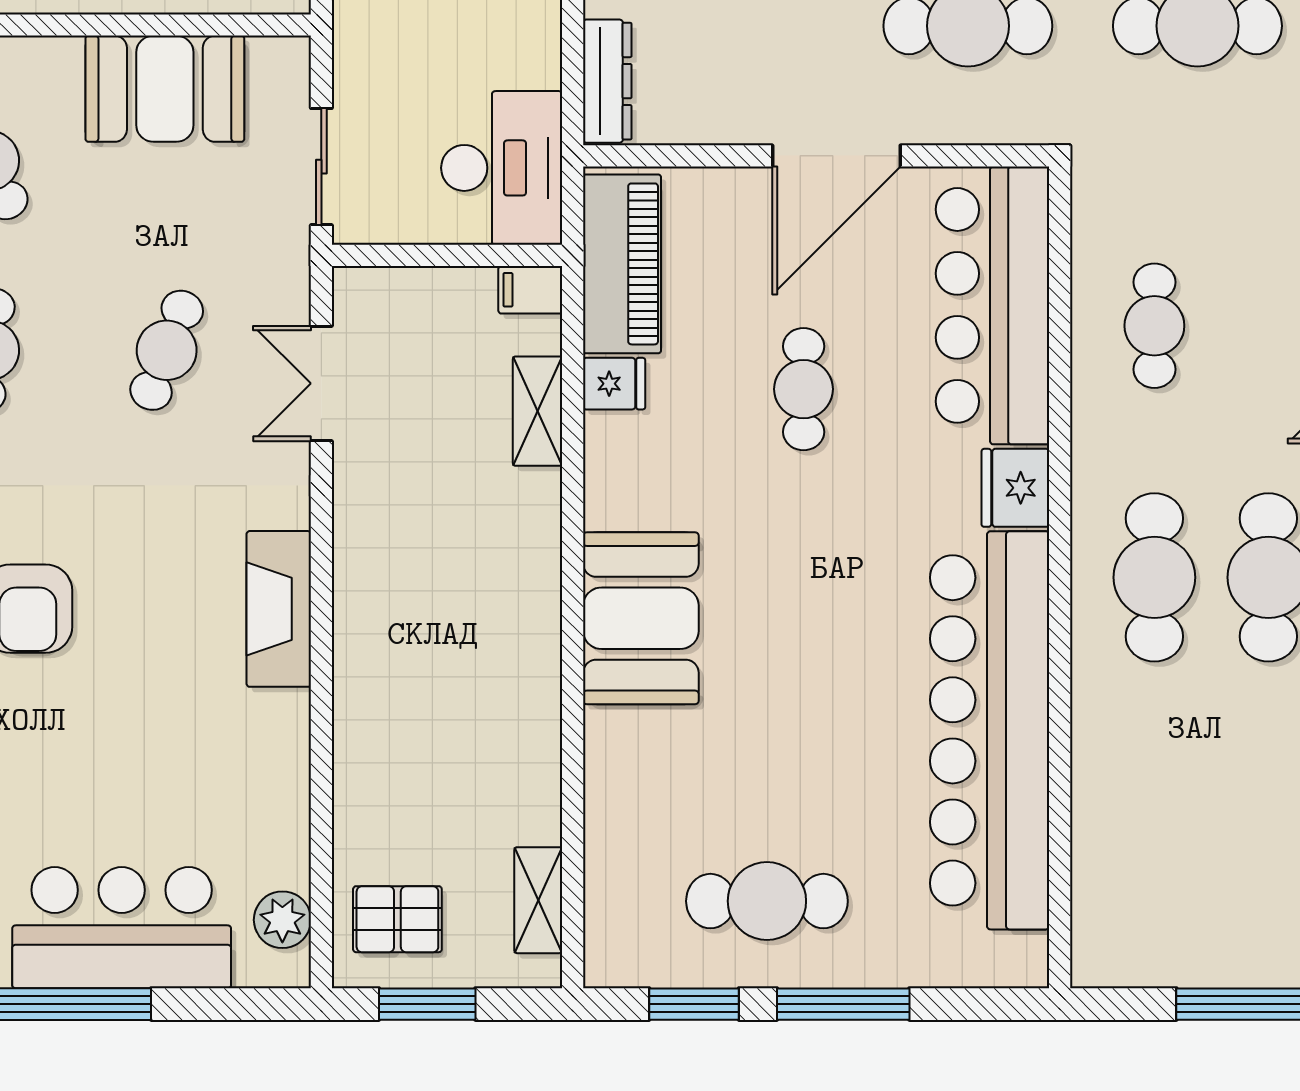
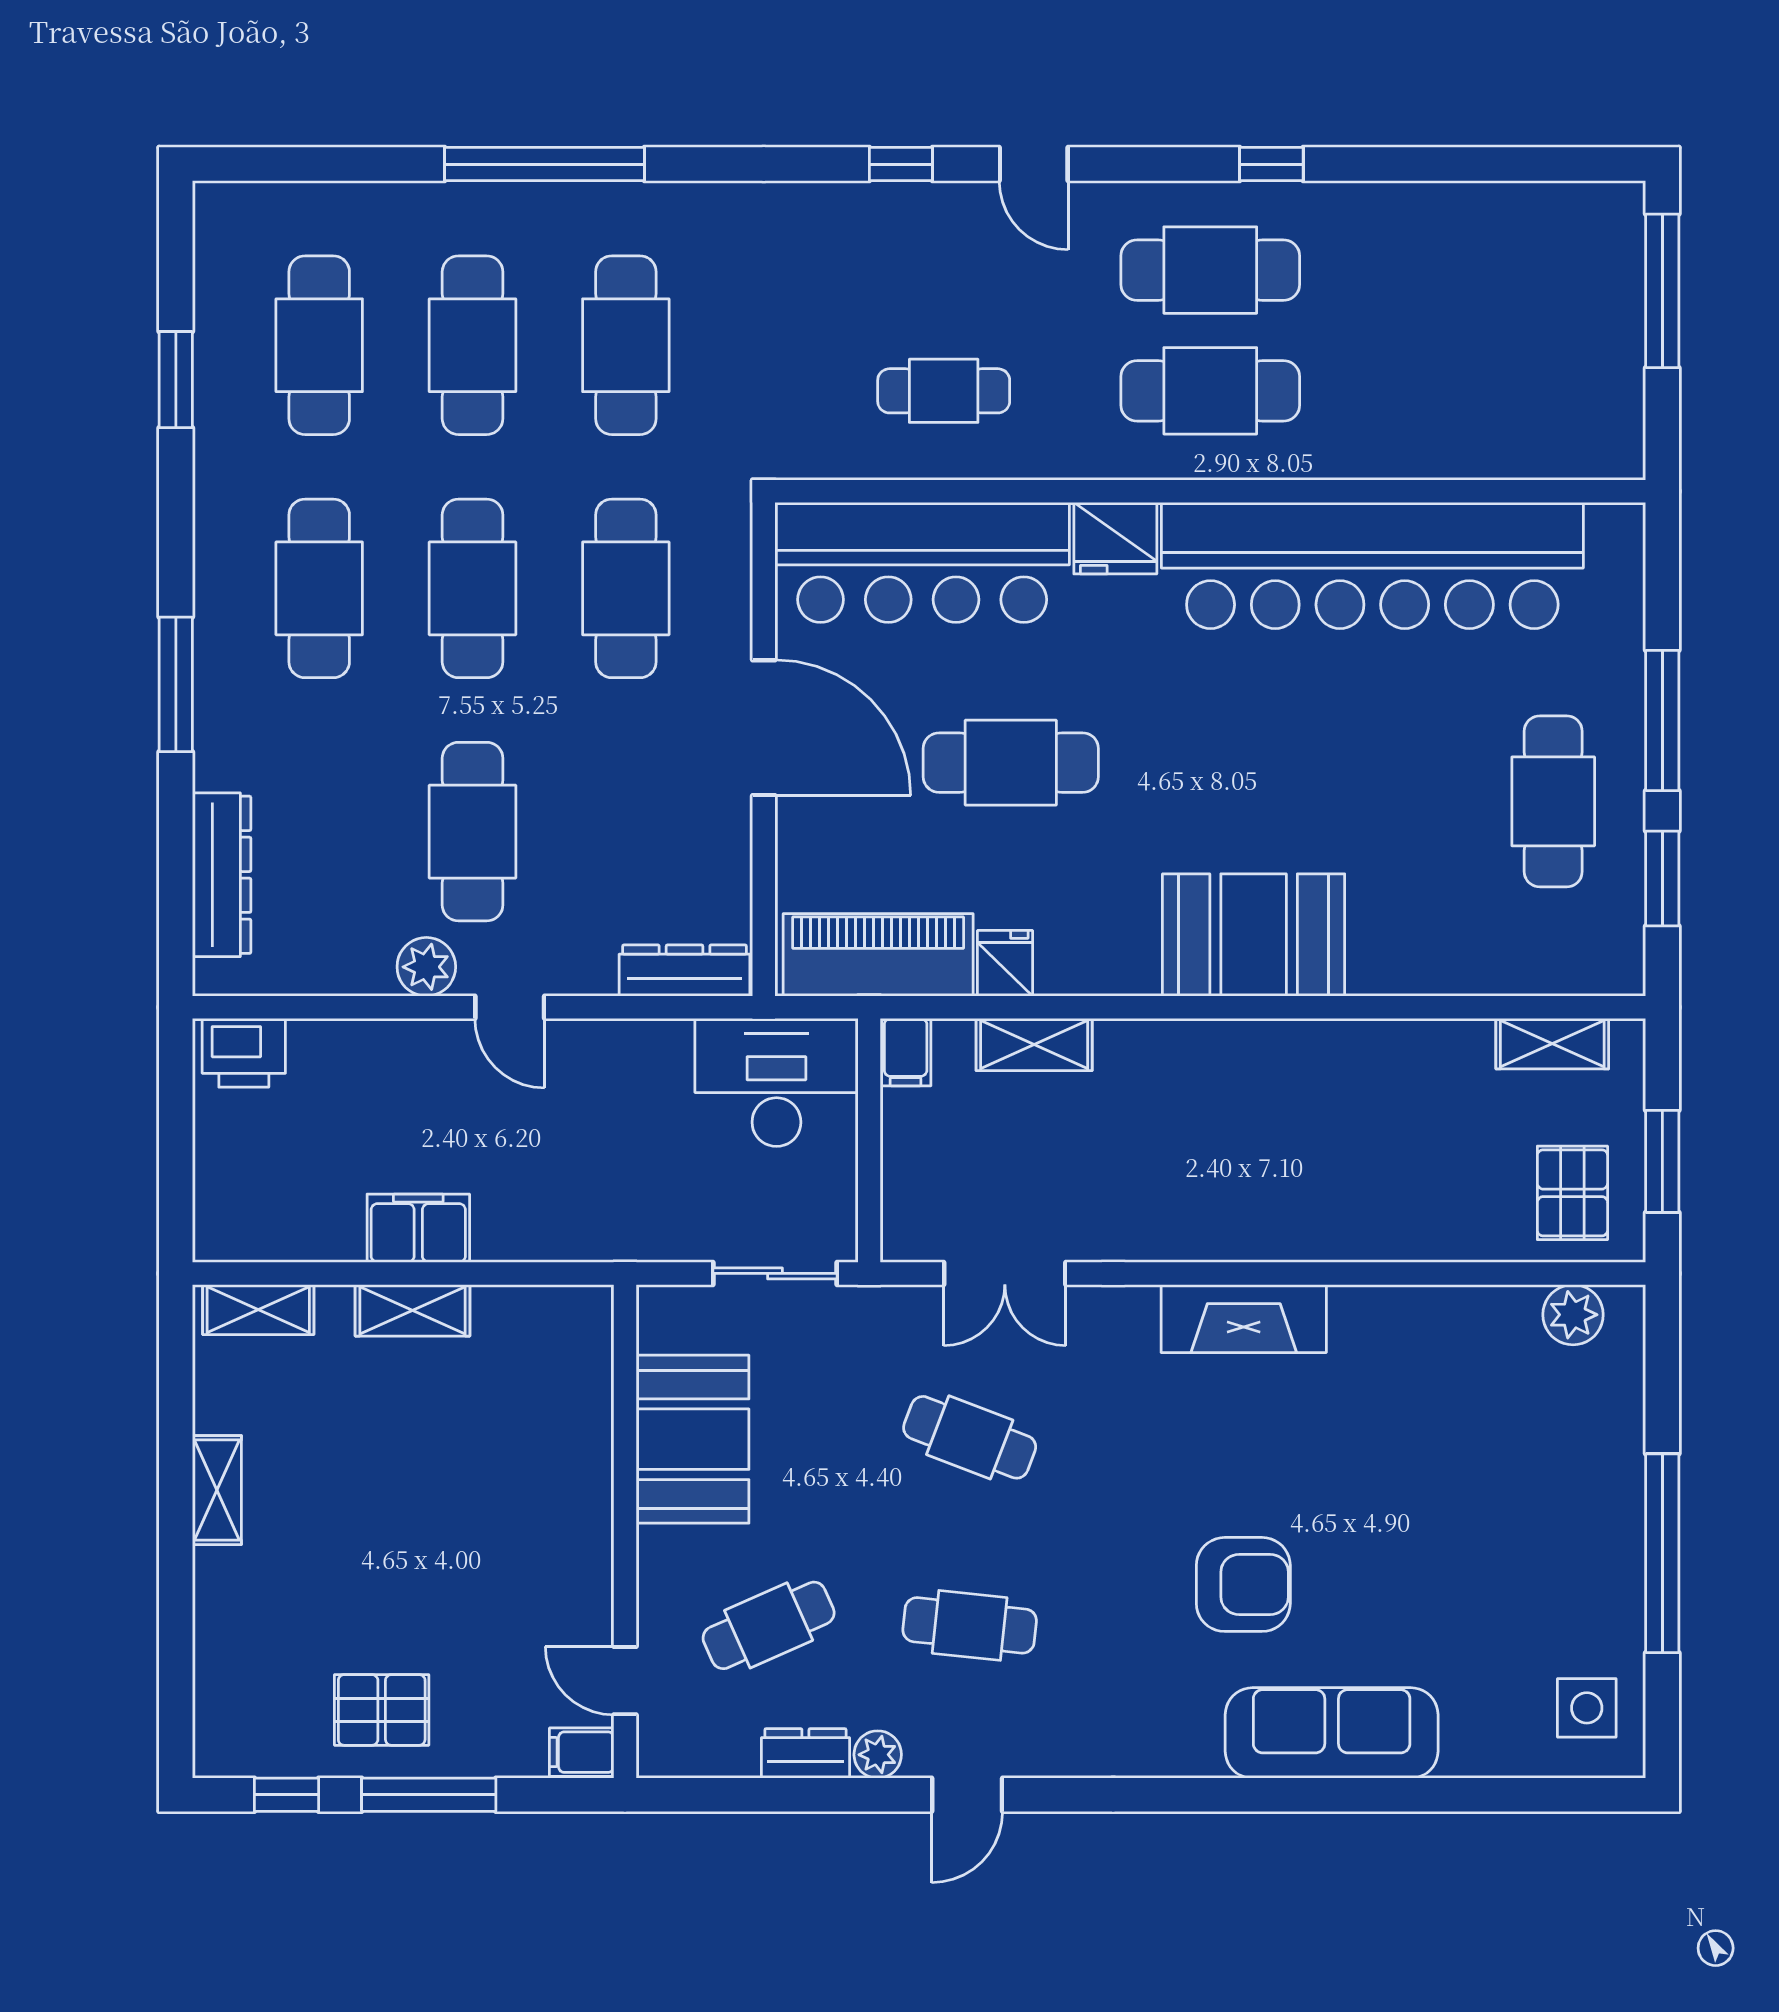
cafe table: (804, 389) -> (1011, 763), width x1.37, depth x1.35
bar counter: (122, 928) -> (1581, 1485), removed

